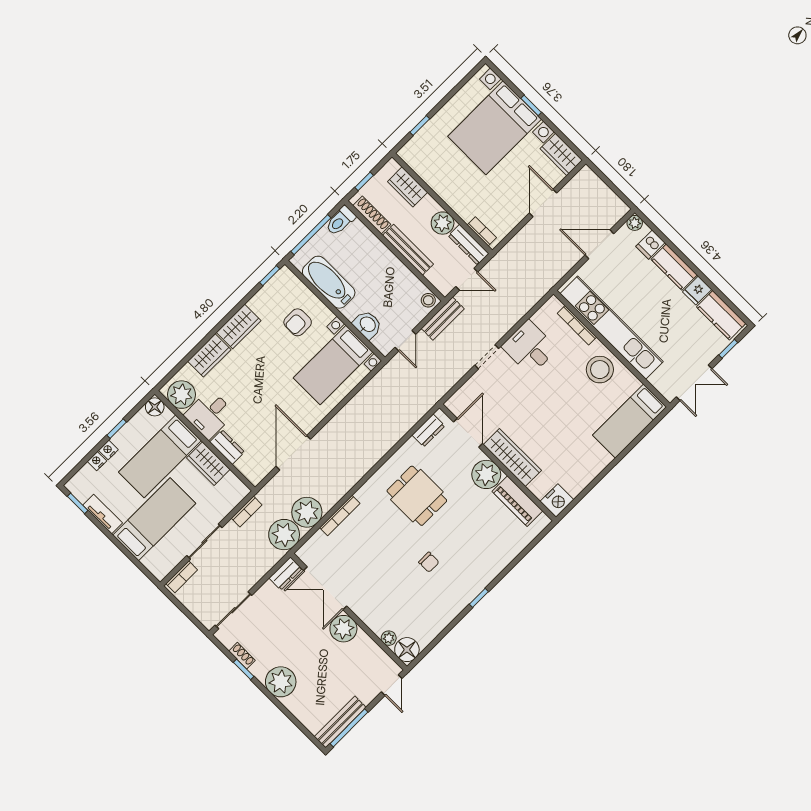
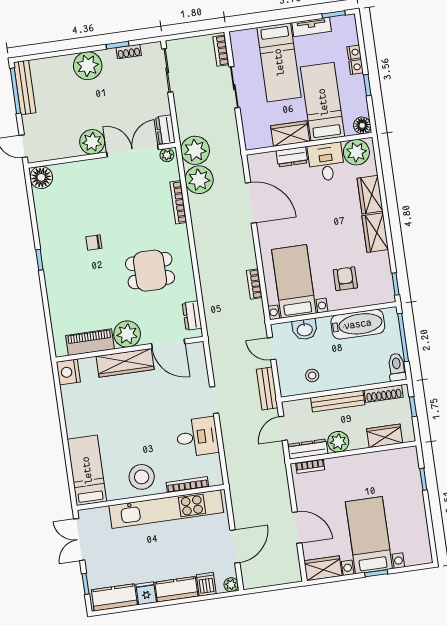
bed with nightstands: (495, 128) -> (369, 535), width x0.73
stool: (428, 300) -> (312, 375), moved
bookcase: (247, 512) -> (254, 284), moved
plant: (389, 638) -> (167, 155), moved

